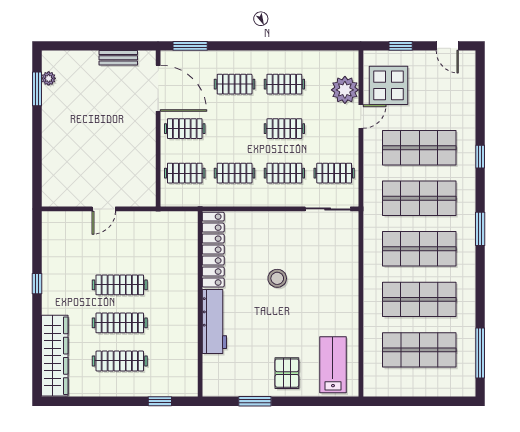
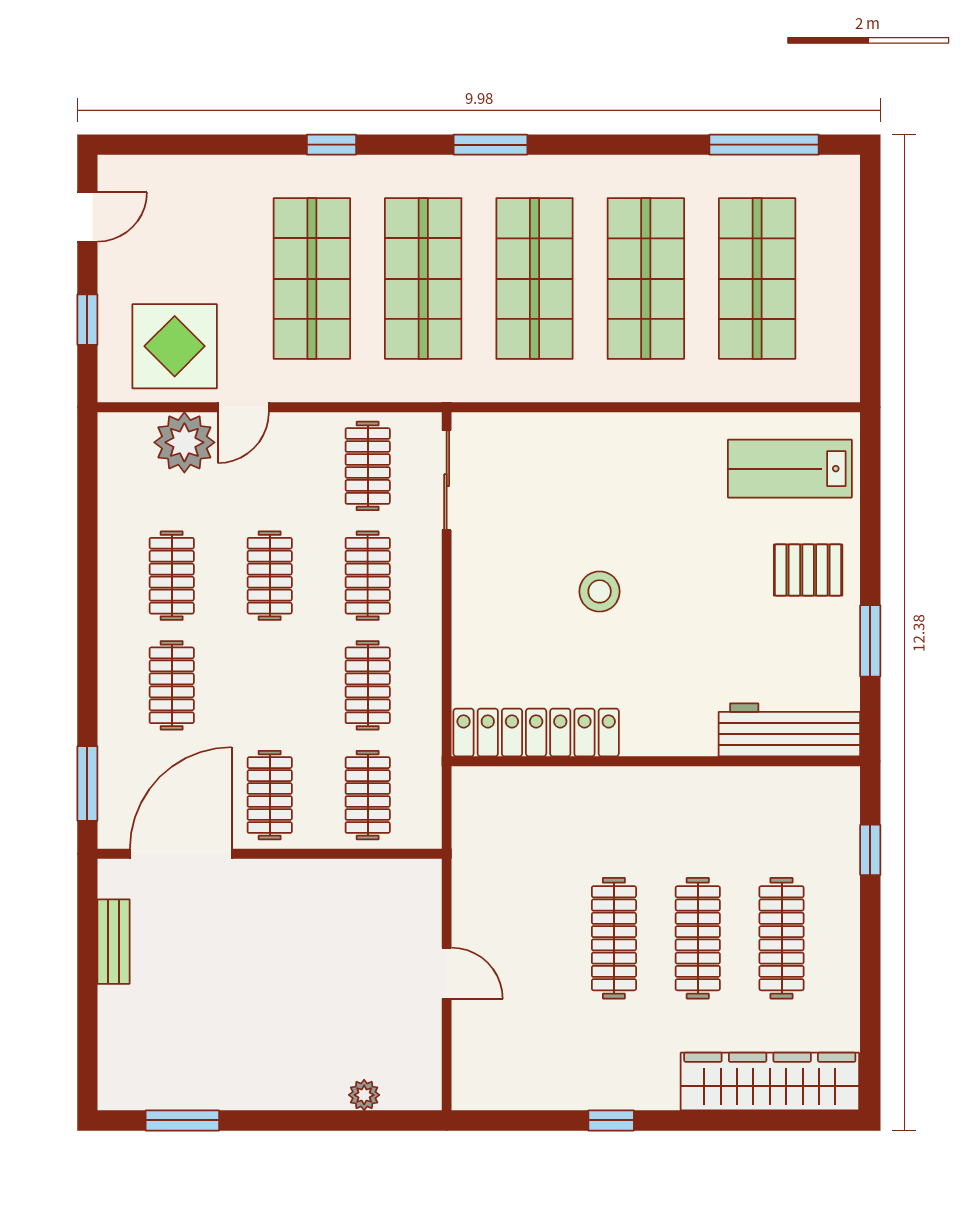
plant: (49, 78) -> (364, 1095), moved
door: (361, 117) -> (243, 407), swing flipped
workbench: (214, 322) -> (789, 730), moved

